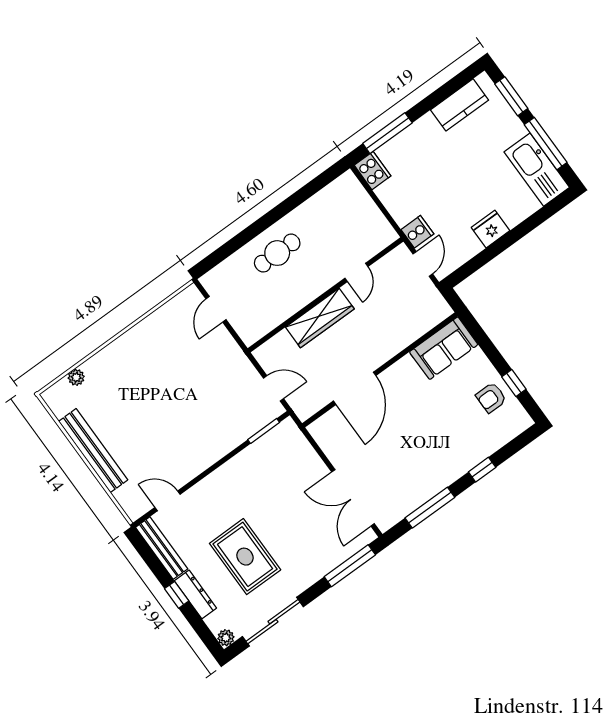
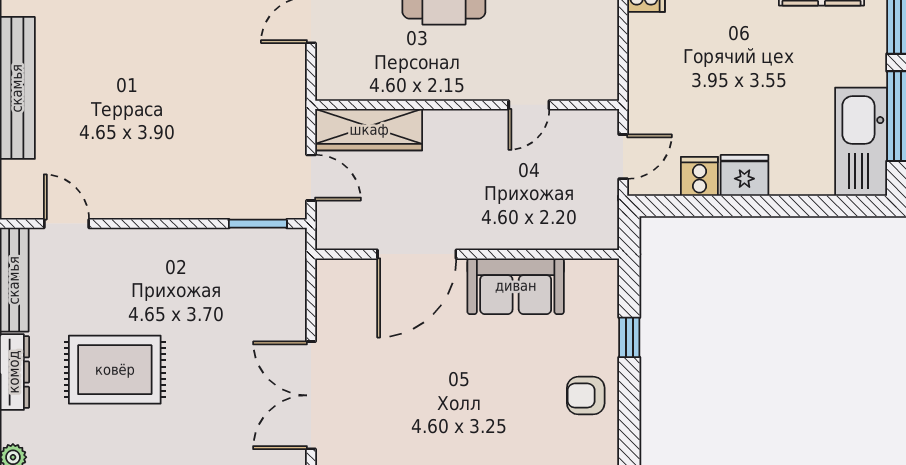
cooker: (417, 232) -> (699, 176), moved, turned -90
wardrobe: (320, 318) -> (369, 130), moved
sofa: (444, 348) -> (516, 286), moved
window: (514, 383) -> (629, 337), moved
rug: (245, 557) -> (115, 370), turned 90

